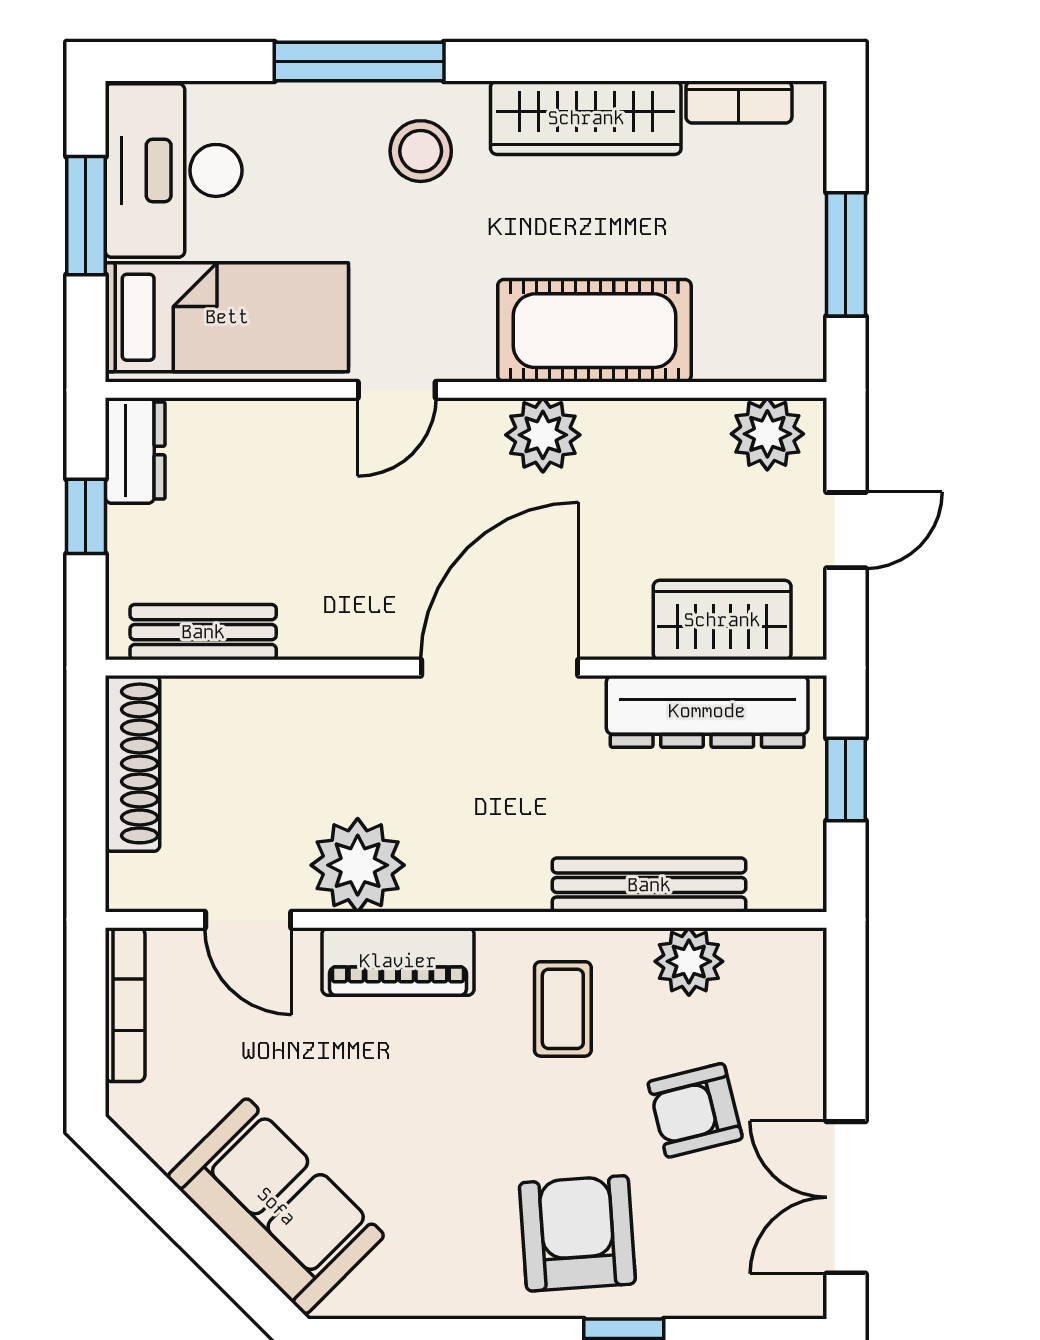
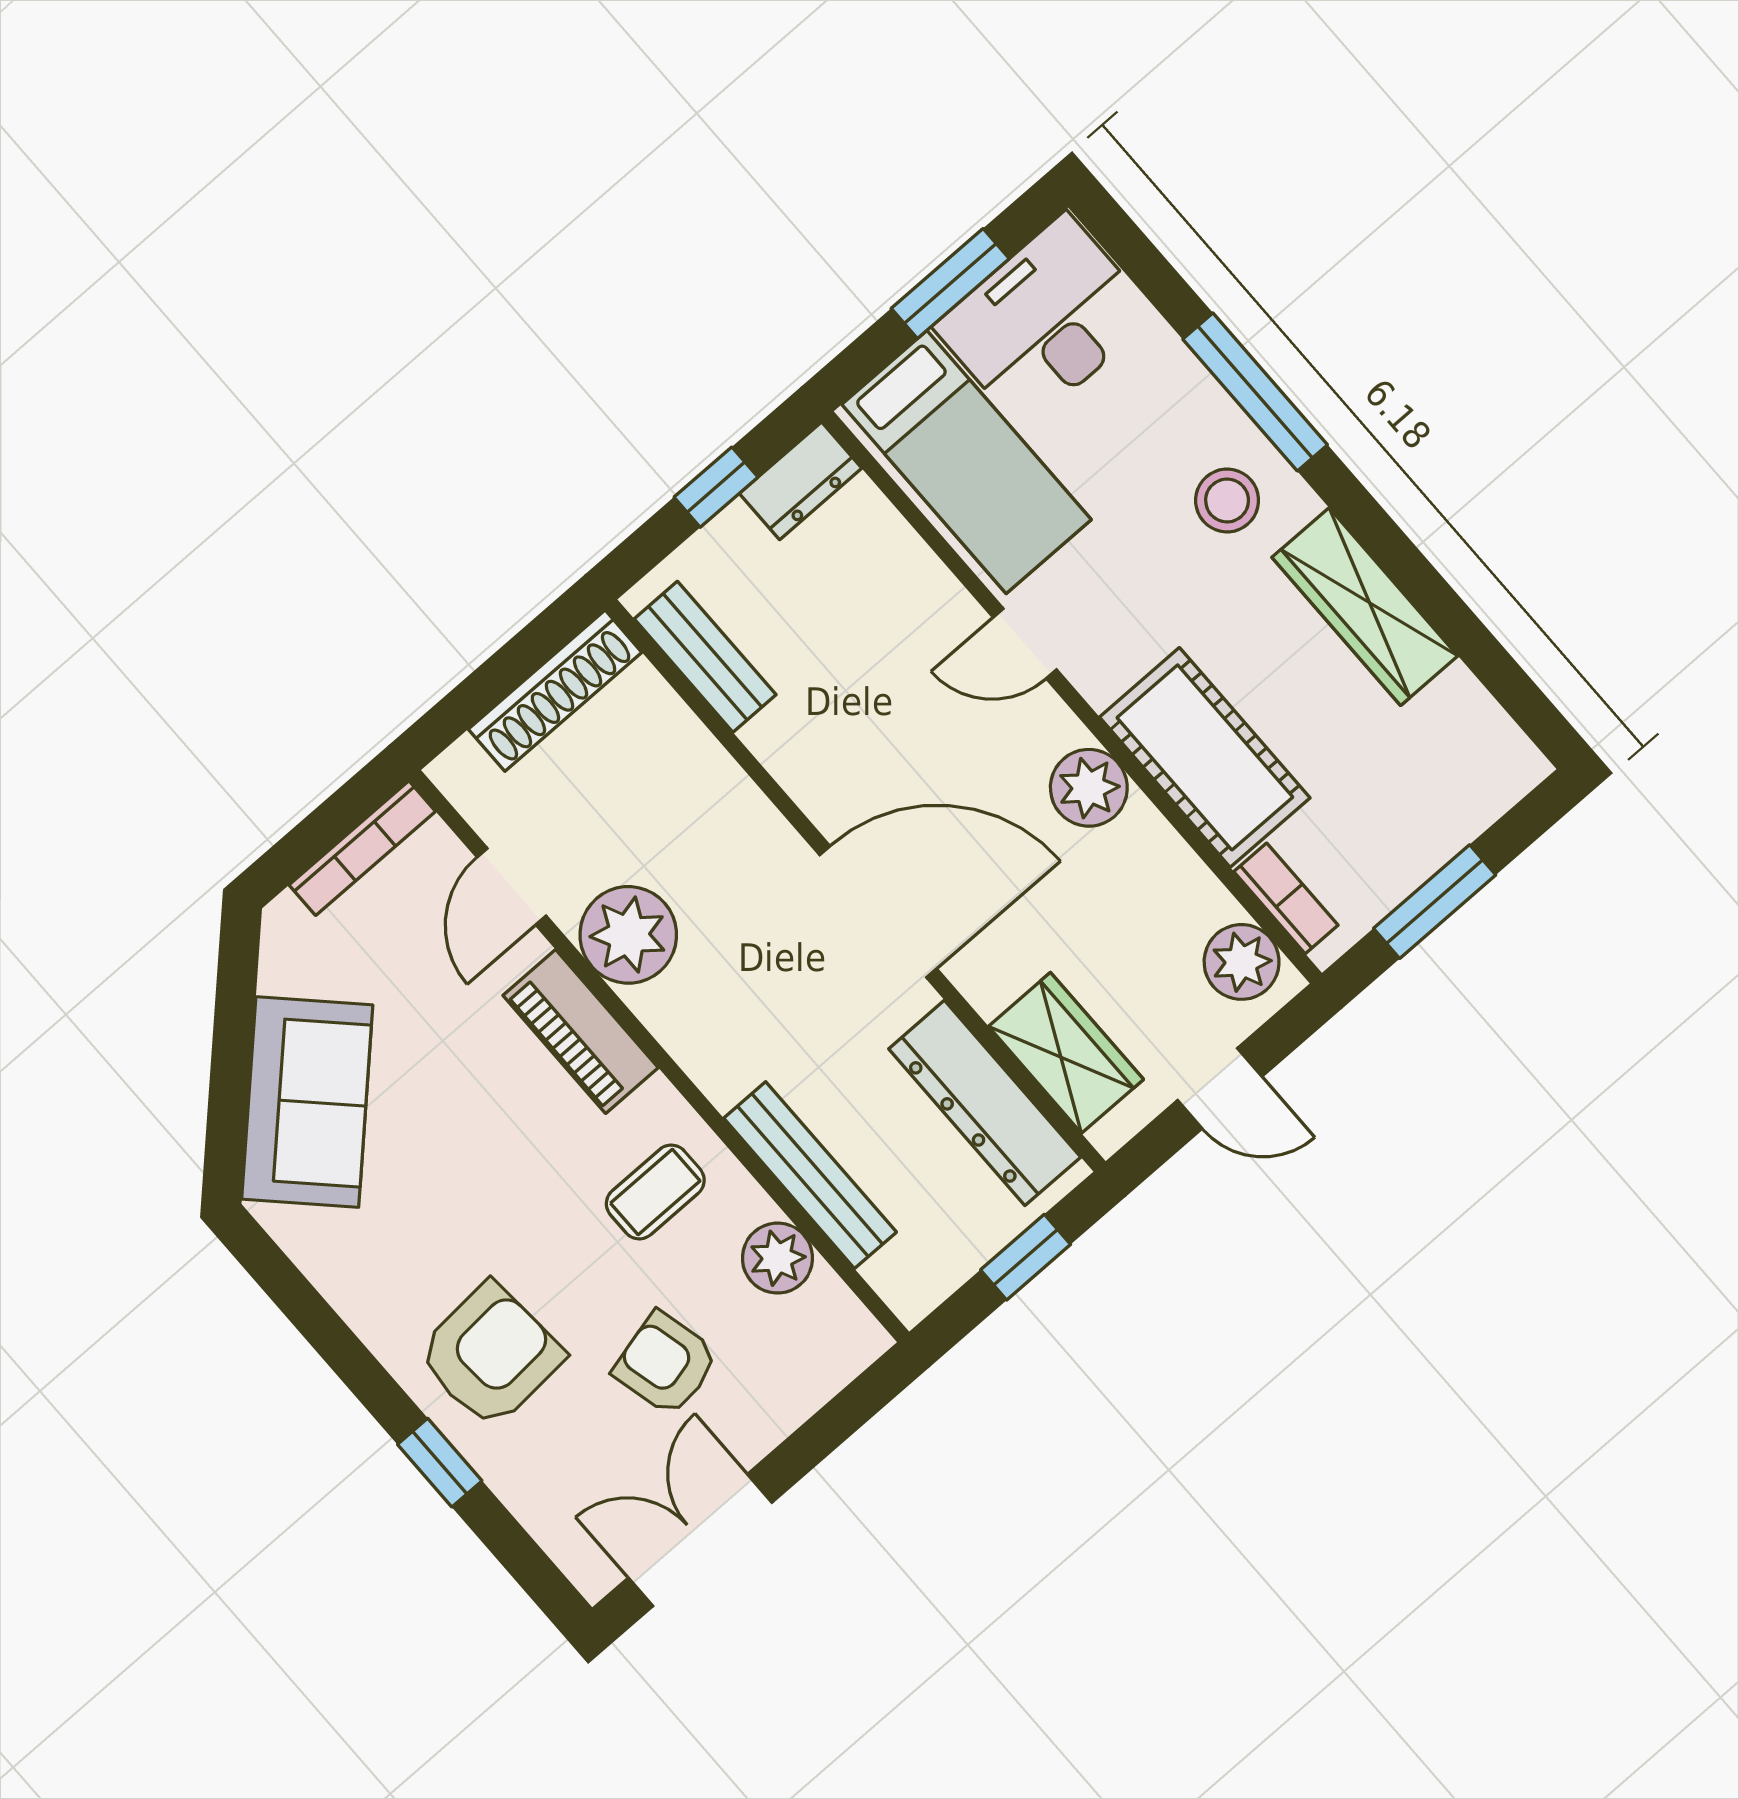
bookcase: (739, 102) -> (1286, 898), moved, turned 180

